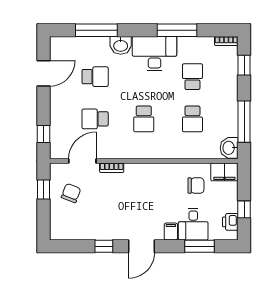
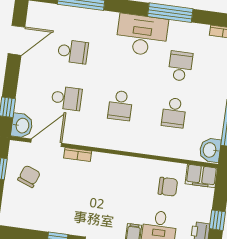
washbasin: (121, 45) -> (22, 126), moved, turned -90
school desk: (95, 119) -> (67, 98), turned 180

